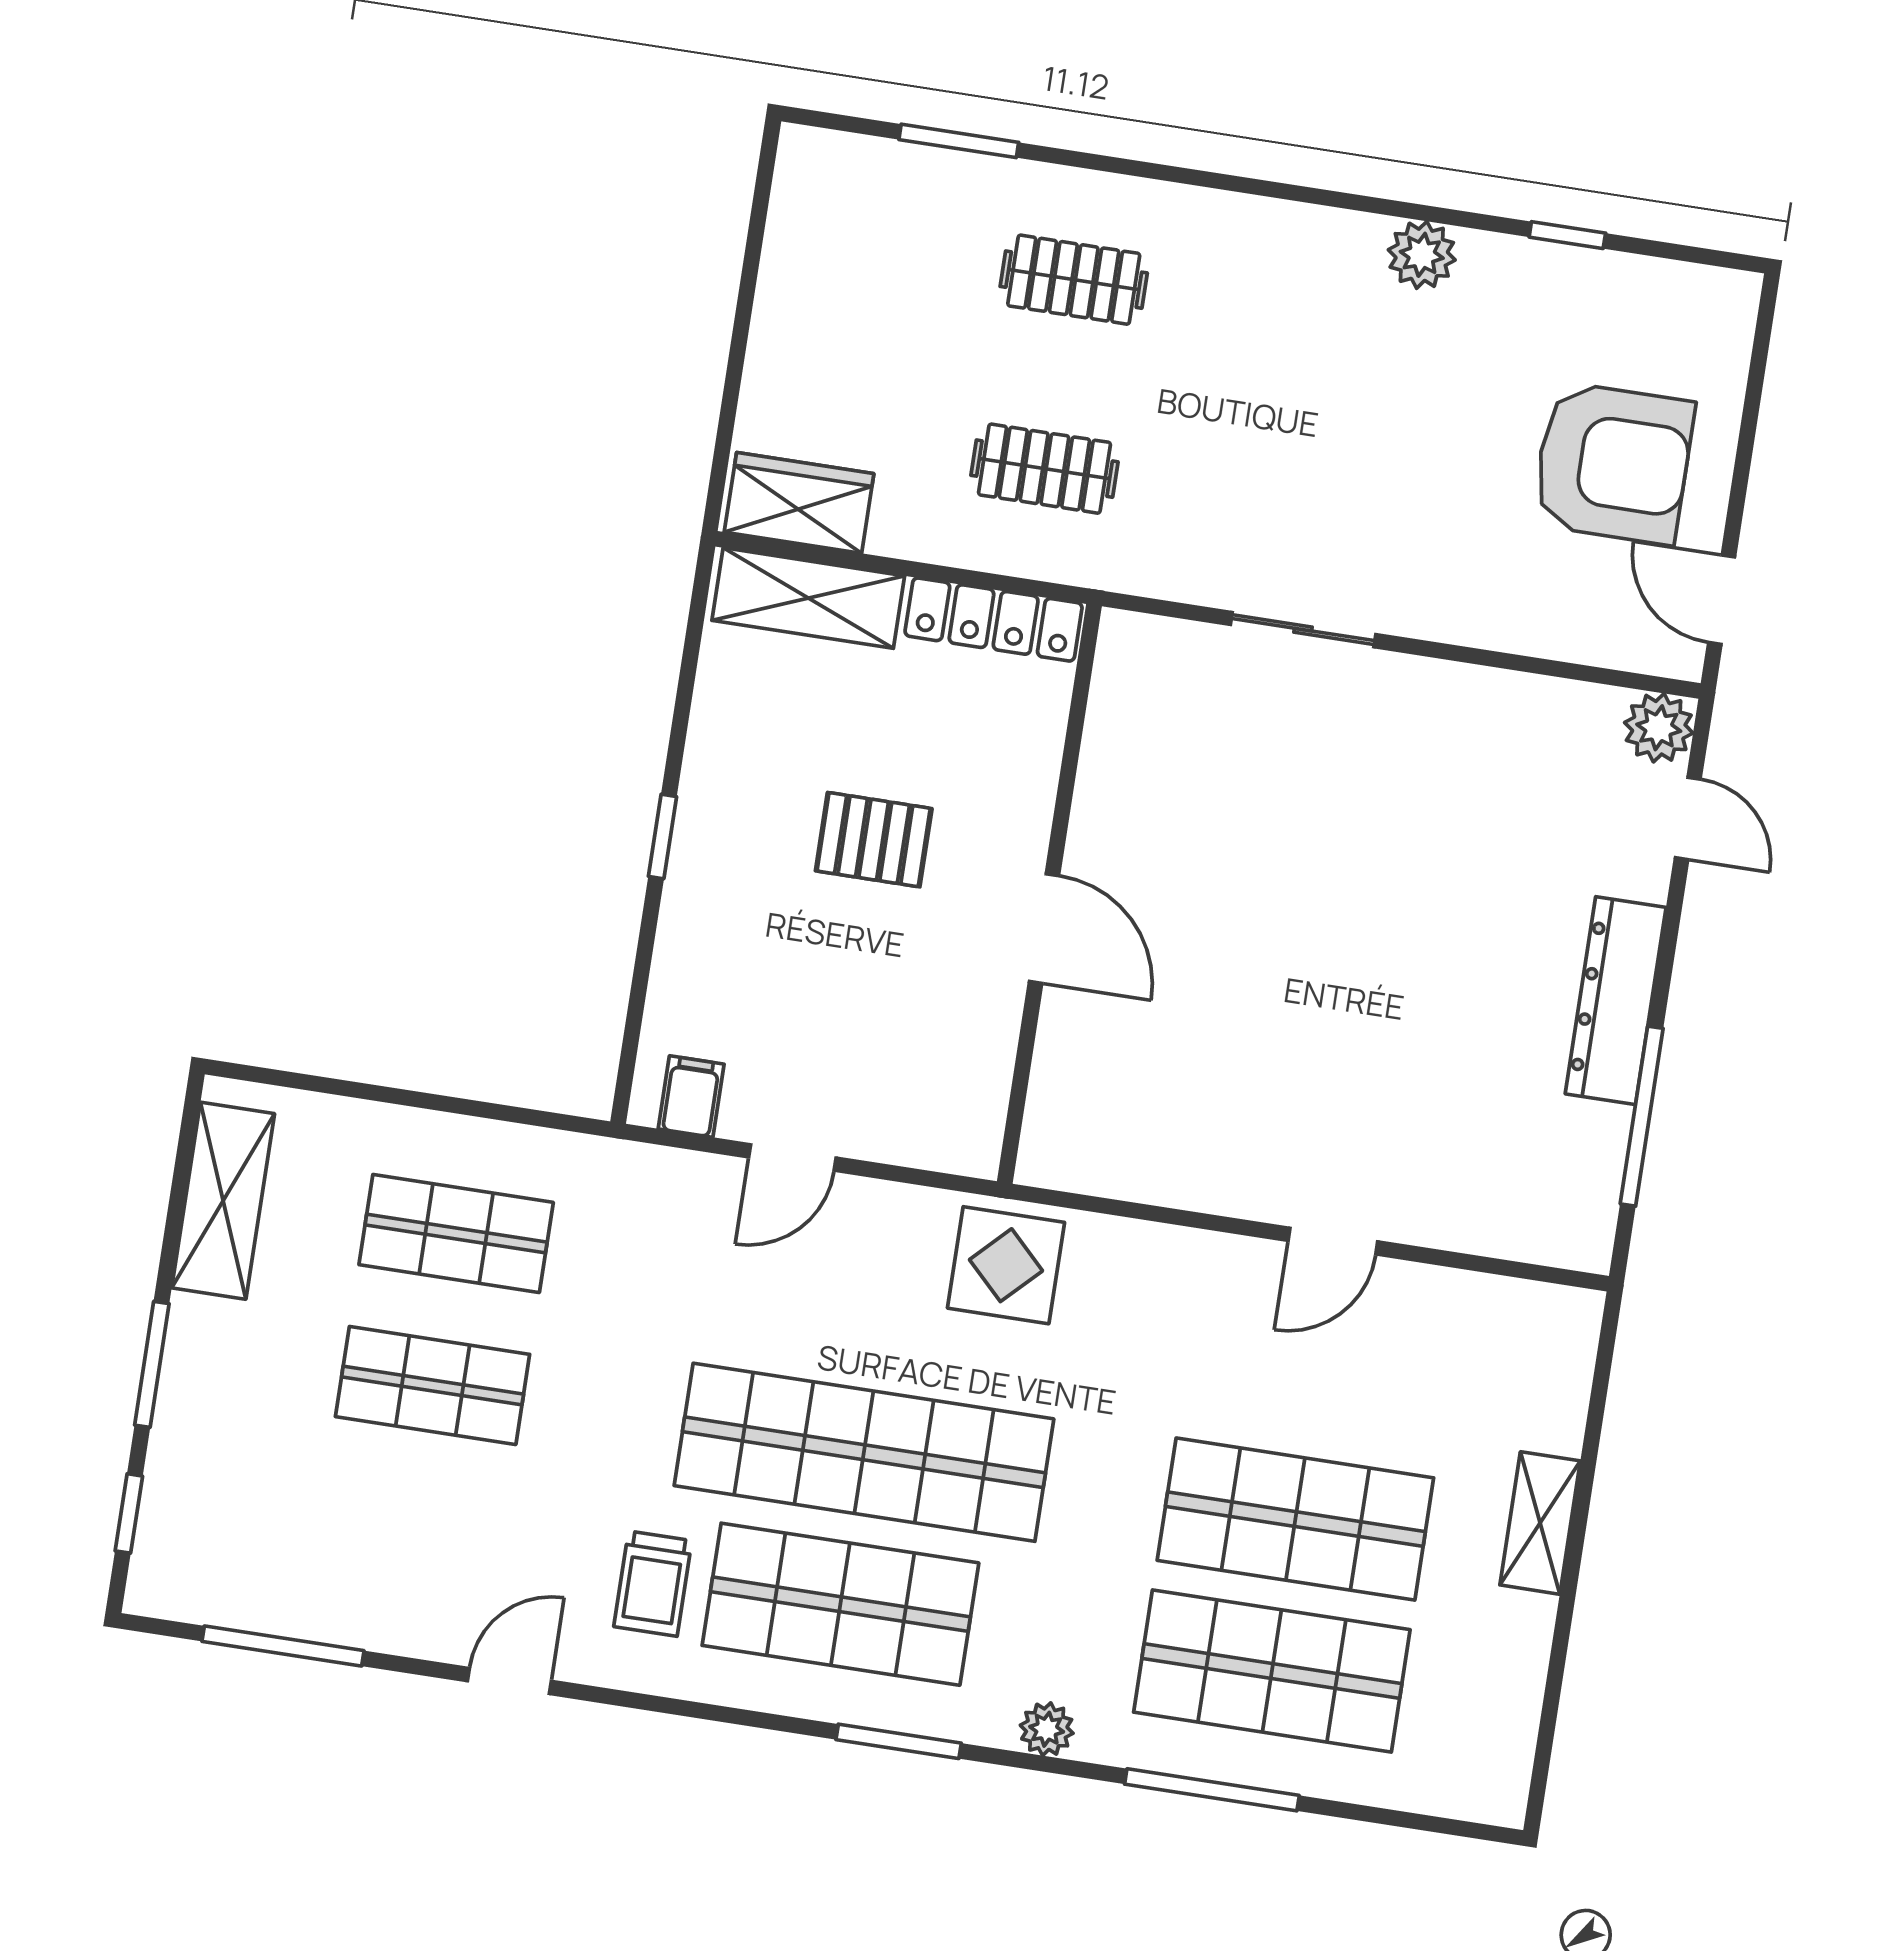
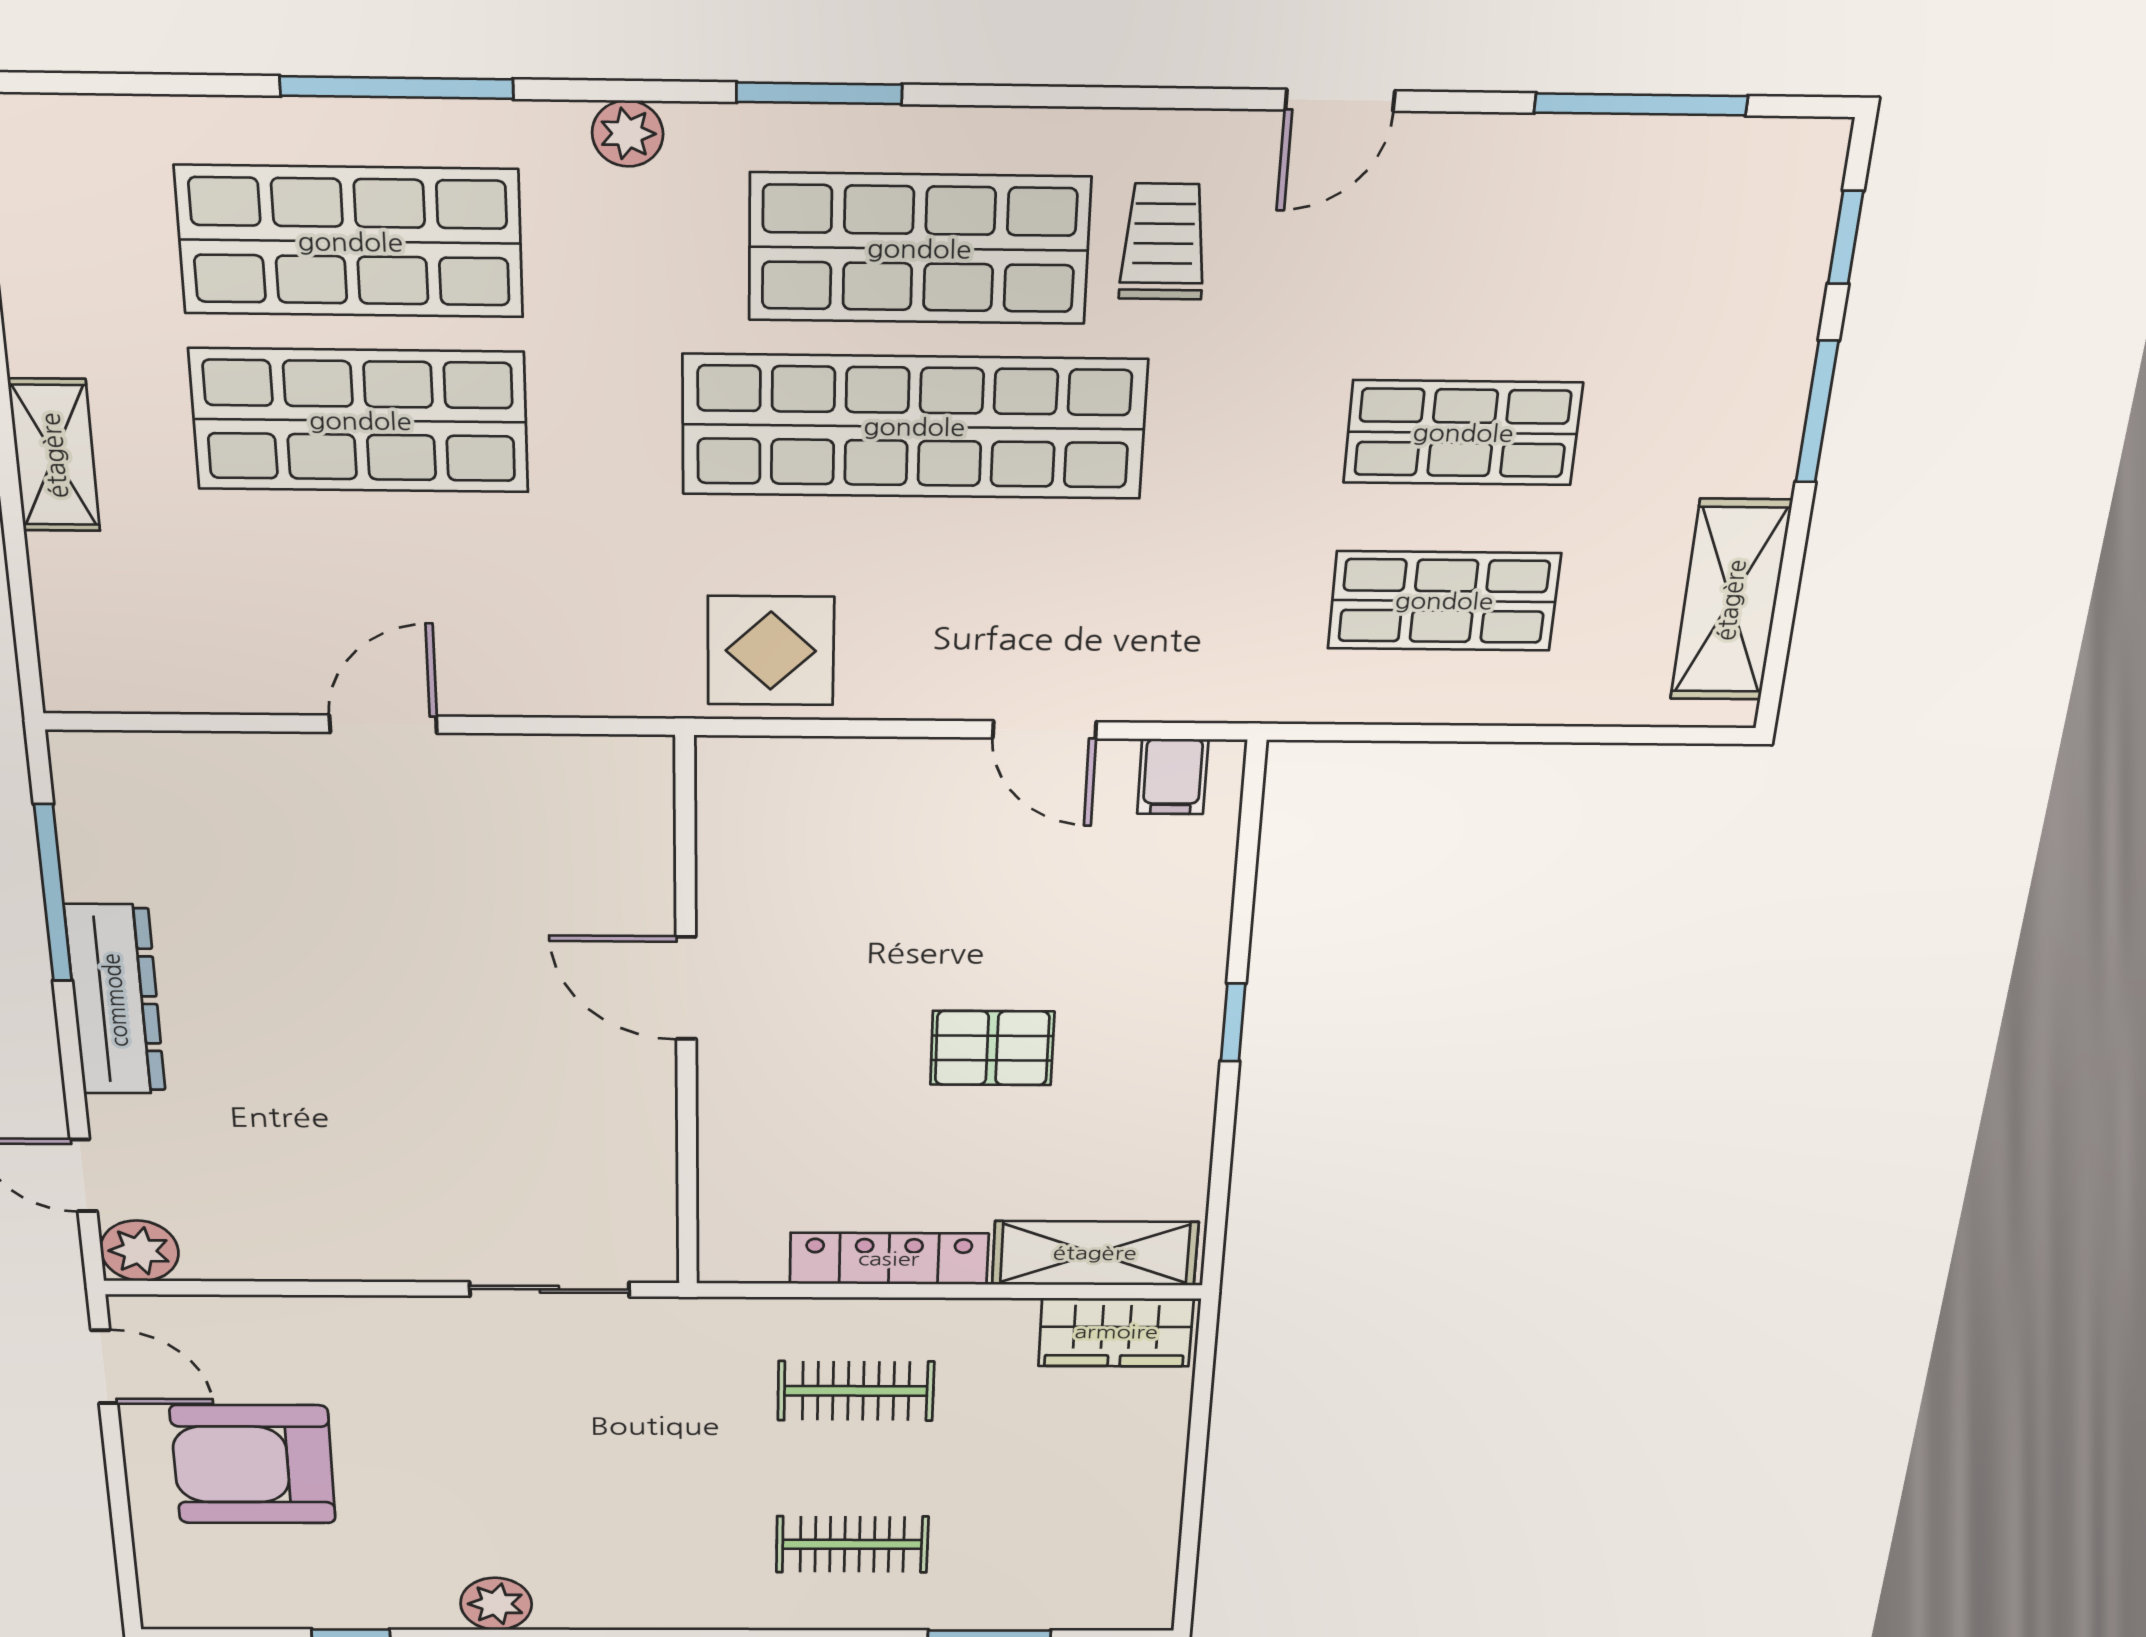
wall: (1049, 894) -> (686, 1021), moved
door: (1044, 929) -> (686, 988), moved
door: (792, 1157) -> (1045, 730), swing flipped

